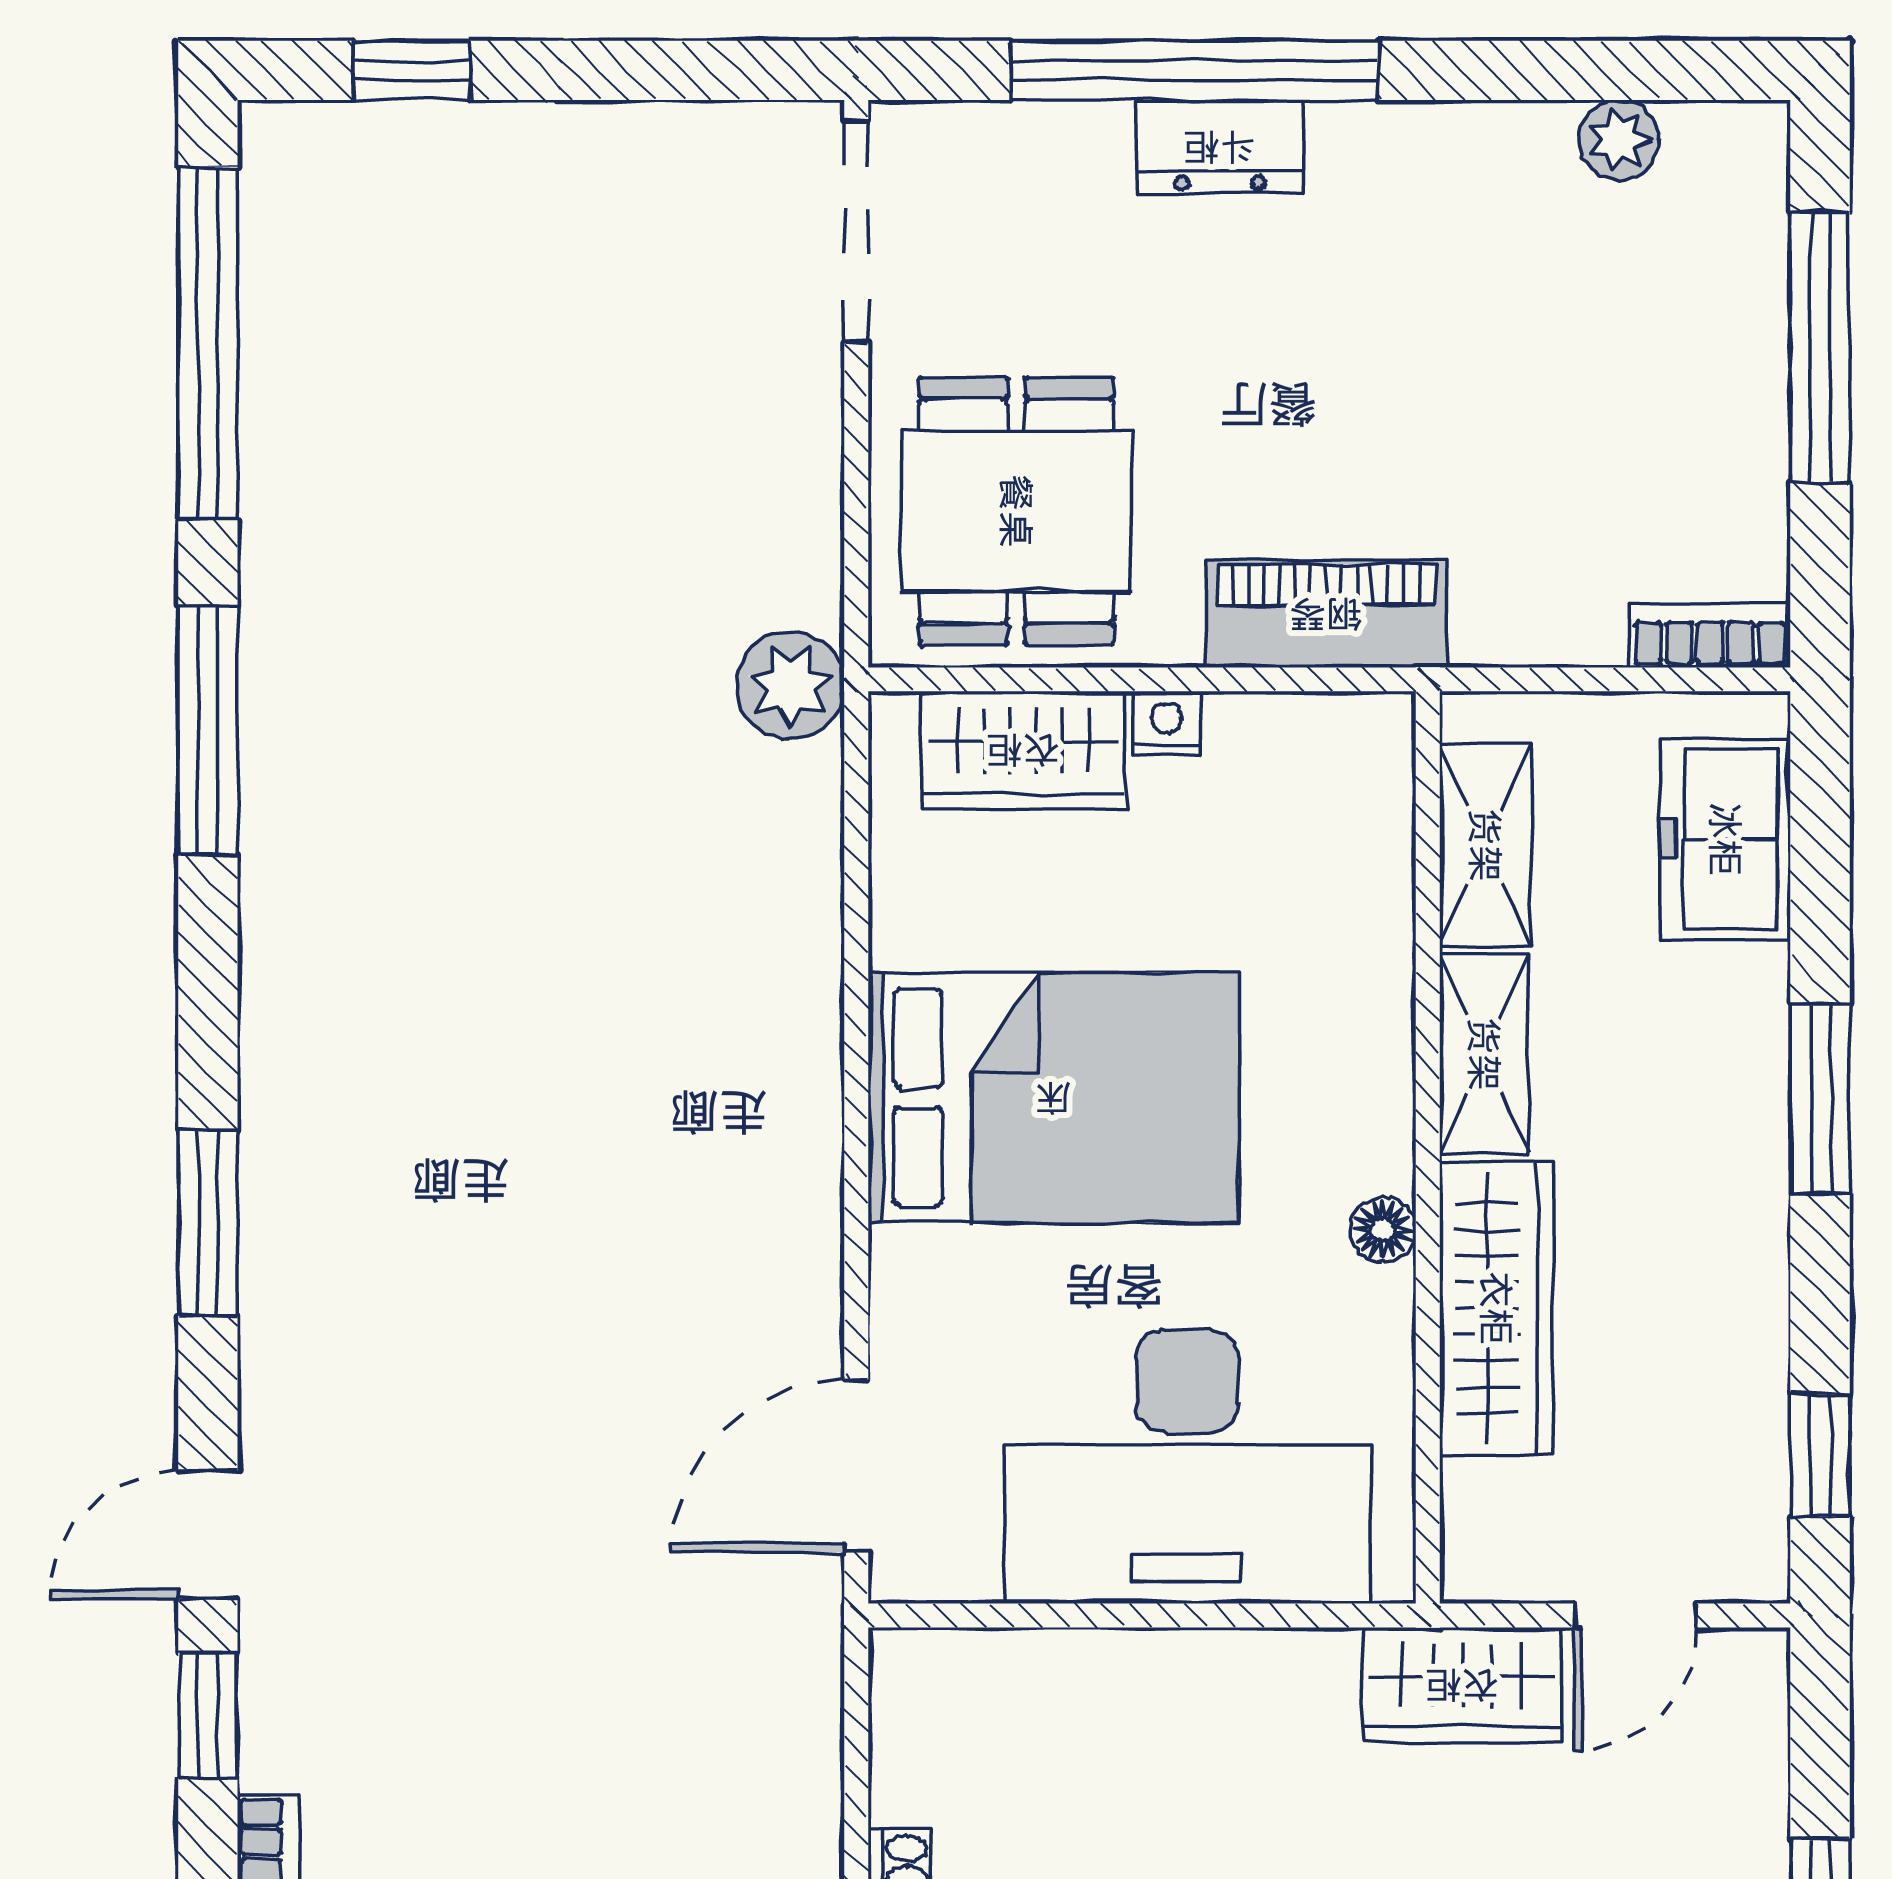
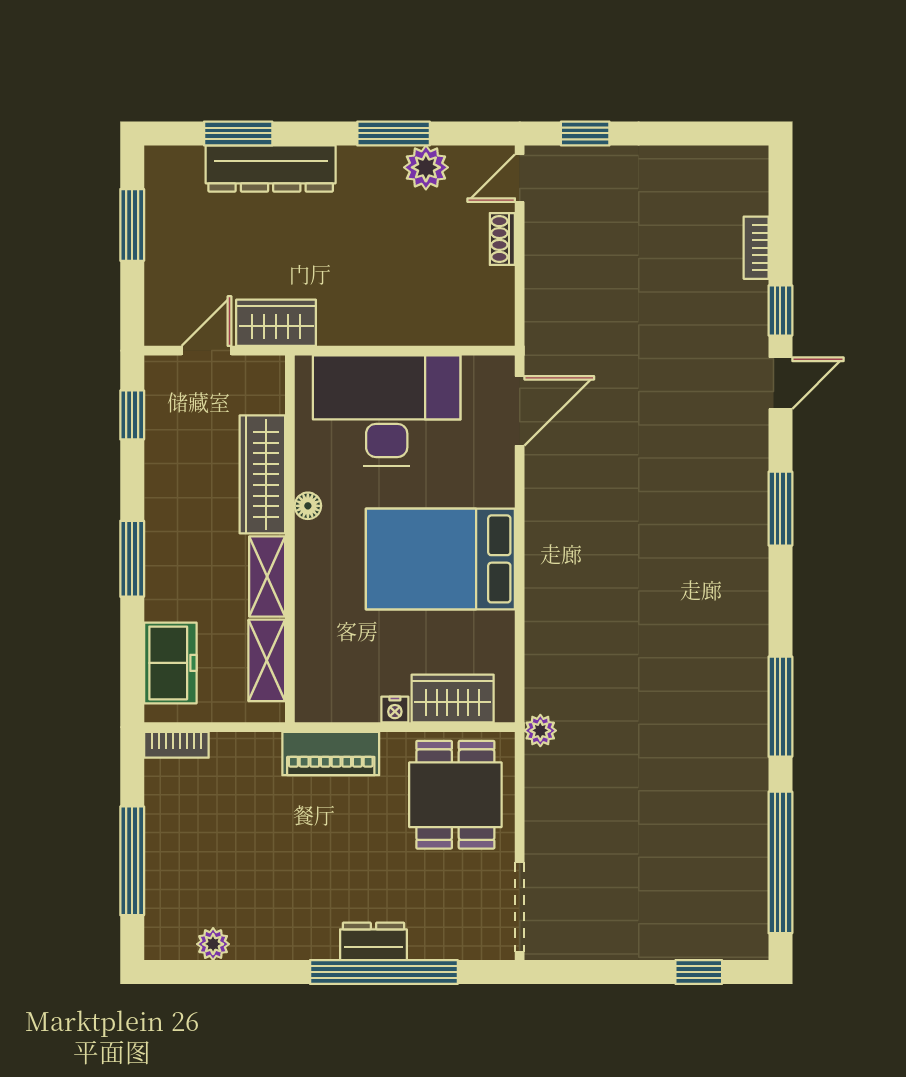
plant: (790, 686) -> (540, 731), width x0.73, depth x0.73

